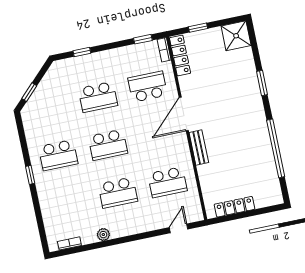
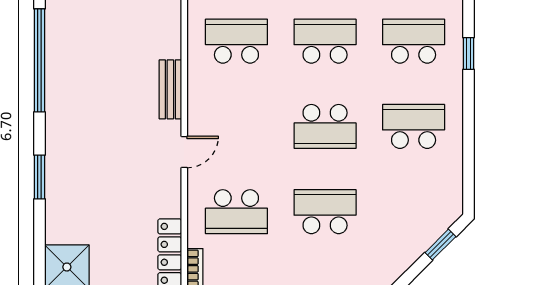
door: (184, 114) -> (184, 152), width x0.53
school desk: (108, 145) -> (325, 126), turned 180
window: (30, 175) -> (468, 54), moved
school desk: (68, 203) -> (414, 41), added

